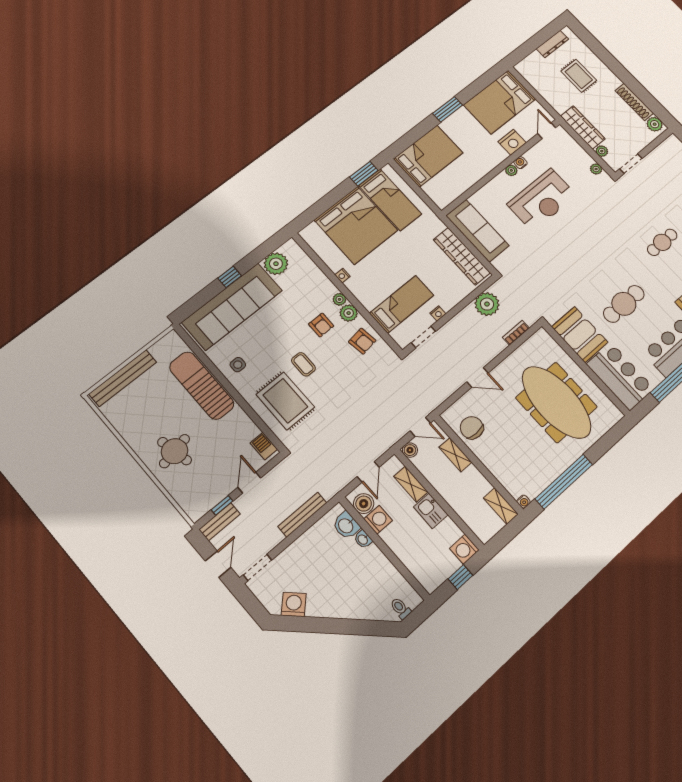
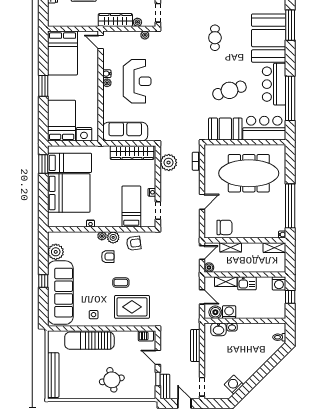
nightstand: (512, 142) -> (84, 134), moved, turned 90
cafe table: (624, 304) -> (229, 90), turned 72
chair: (472, 428) -> (224, 227), turned 180

